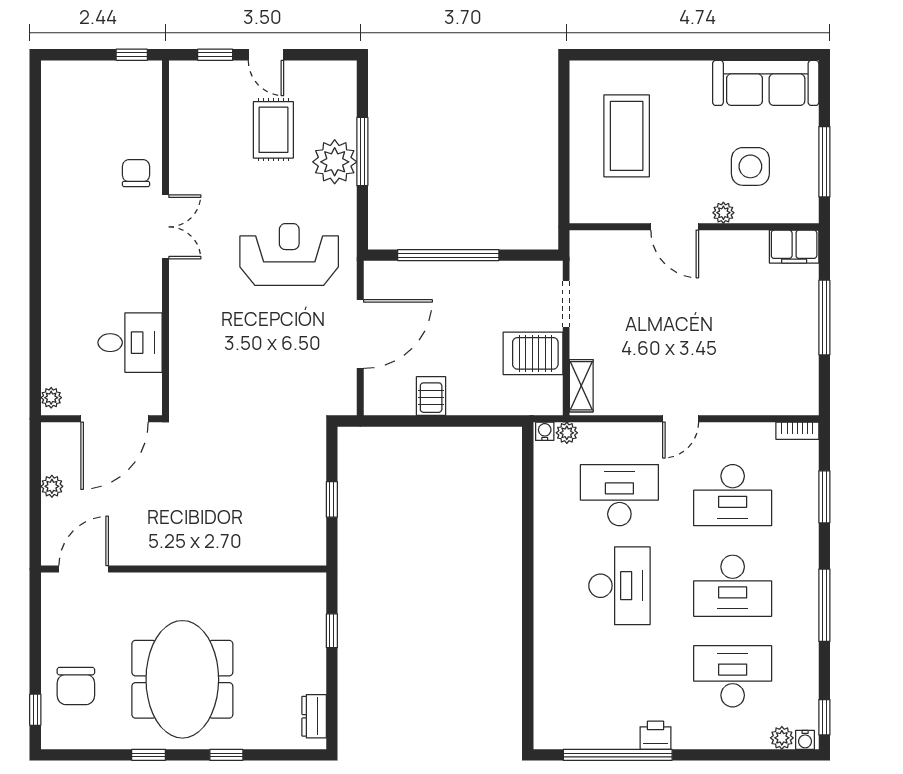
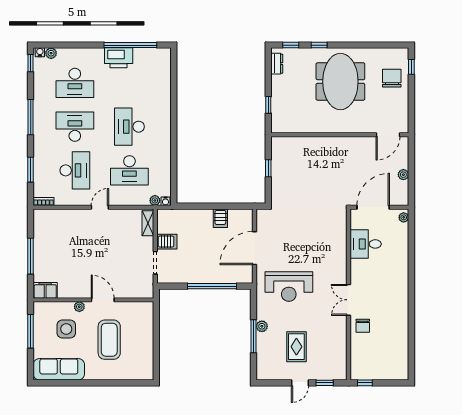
door: (266, 55) -> (300, 383), swing flipped
coffee table: (627, 136) -> (109, 340), moved
plant: (335, 162) -> (262, 326), width x0.53, depth x0.53
server rack: (533, 353) -> (167, 242), width x0.73, depth x0.70
desk: (733, 495) -> (75, 170), turned 90
printer: (655, 735) -> (119, 58), width x1.87, depth x1.48
window: (149, 755) -> (291, 45), moved

